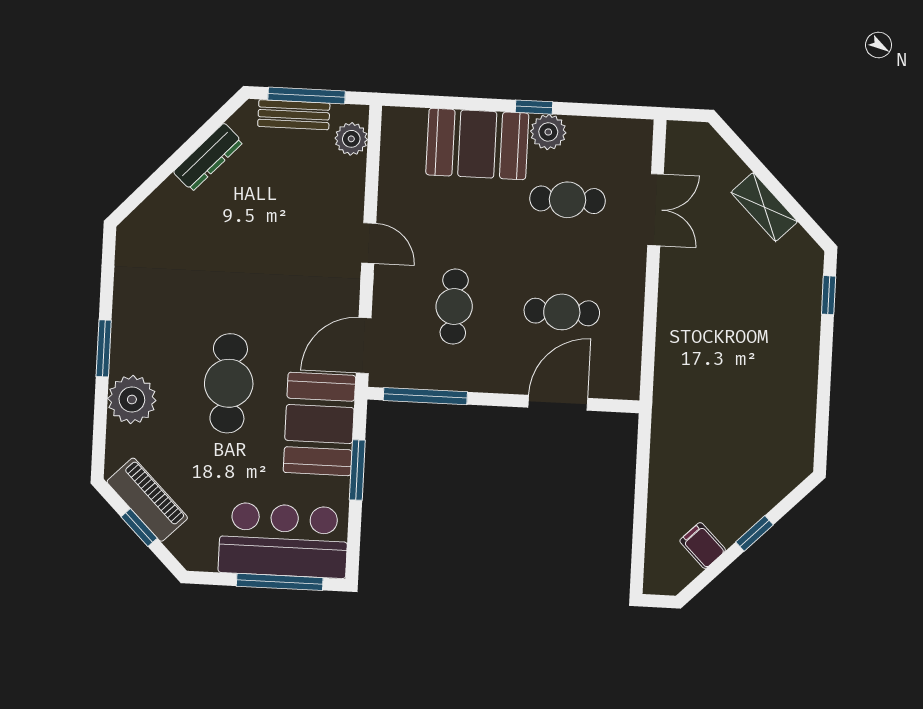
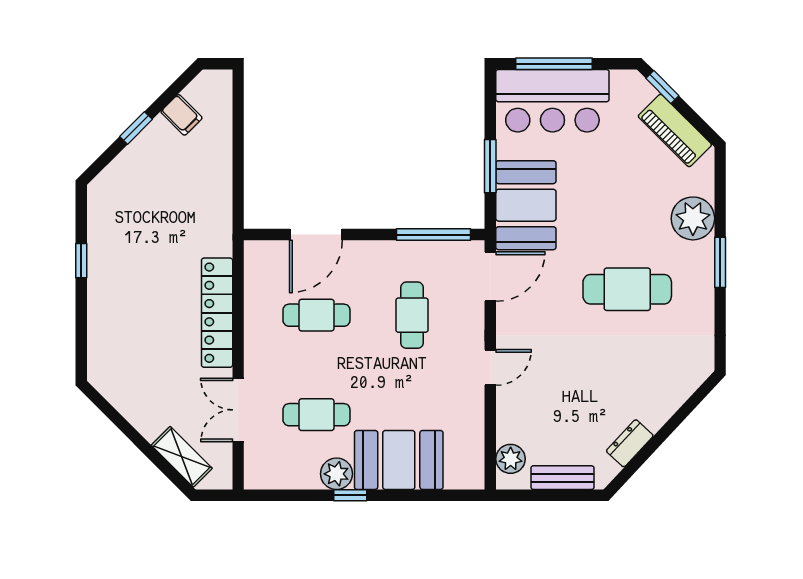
window: (307, 96) -> (552, 495), removed
dresser: (208, 157) -> (630, 443), width x0.70
shelving: (764, 207) -> (182, 457), moved
door: (369, 243) -> (490, 367), swing flipped
window: (829, 295) -> (81, 261), moved
locker: (674, 320) -> (217, 313), added
cafe table: (229, 383) -> (627, 289), moved, turned 90
window: (139, 528) -> (662, 87), moved

